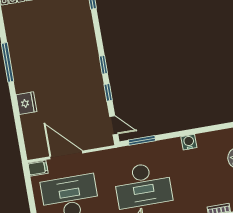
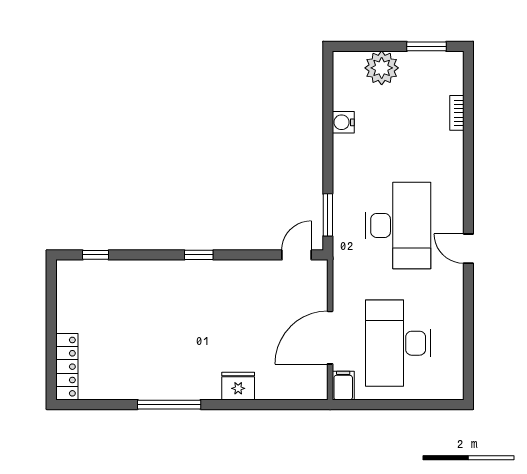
window: (108, 92) -> (243, 255), removed
water cooler: (189, 142) -> (343, 122), moved

